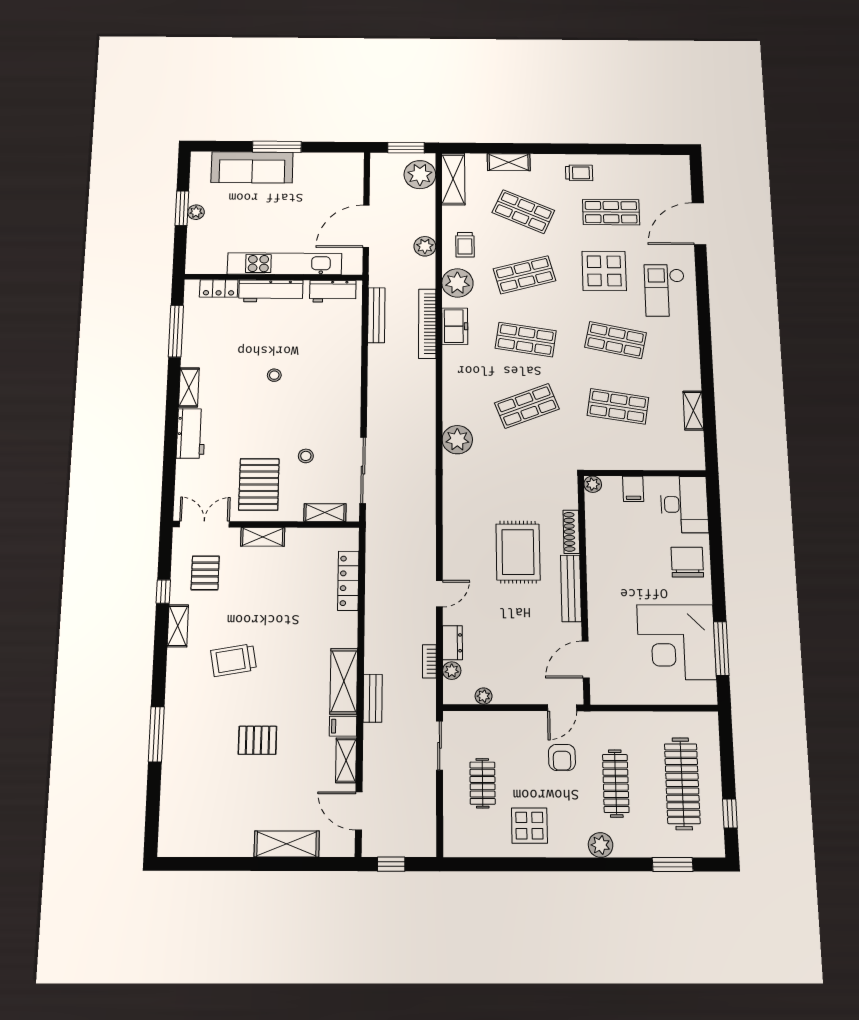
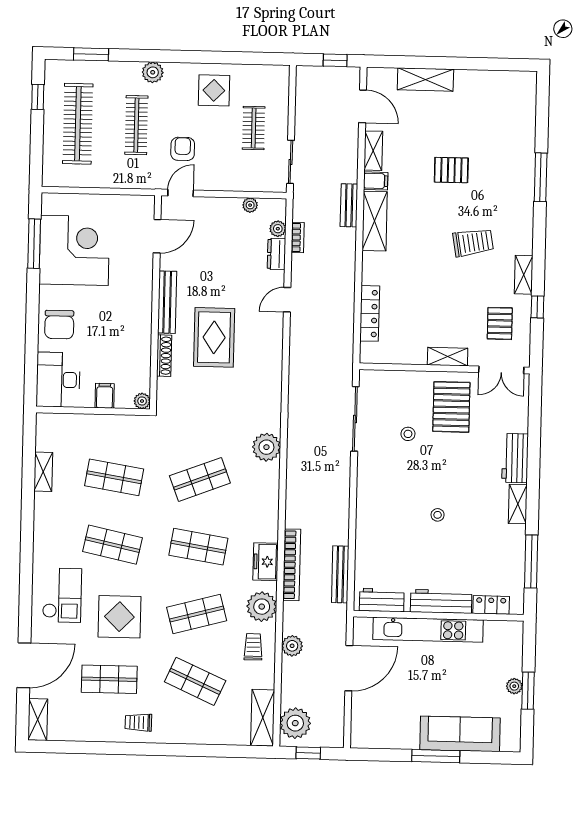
window: (406, 148) -> (308, 753), width x0.67
shelving: (509, 162) -> (38, 720), moved, turned 90
shelving: (325, 513) -> (390, 379), removed

